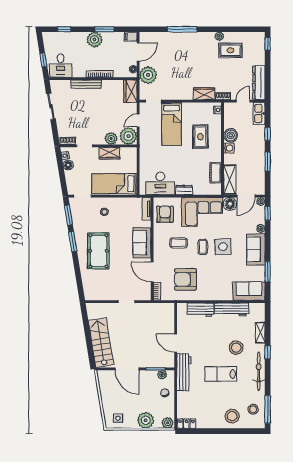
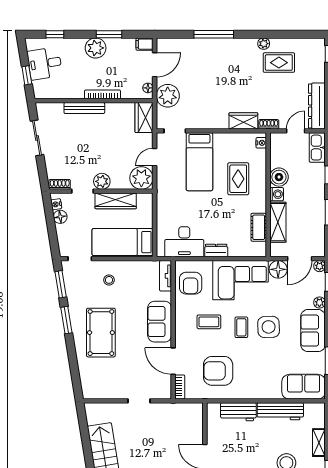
desk: (61, 66) -> (45, 63), moved, turned 81
plant: (111, 139) -> (102, 181), moved
wardrobe: (109, 153) -> (116, 201), width x1.50
shelving: (230, 180) -> (278, 222), moved
armchair: (165, 214) -> (191, 283), turned 180

